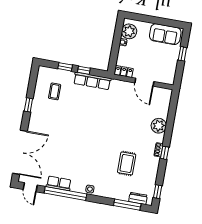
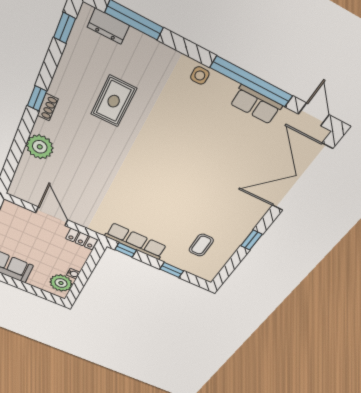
window: (84, 70) -> (126, 250), moved

